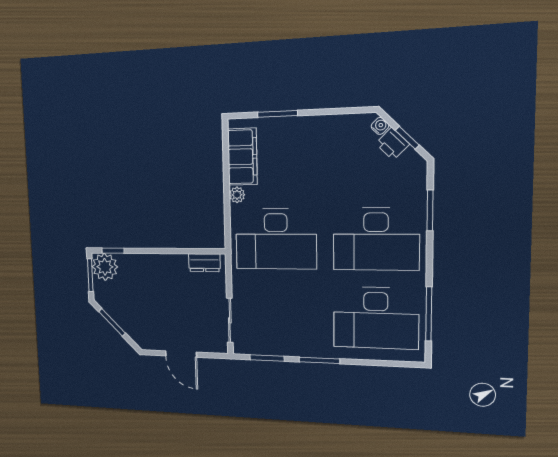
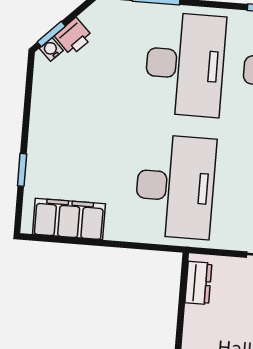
window: (277, 114) -> (22, 170), width x0.67
window: (407, 138) -> (51, 34), moved
plant: (237, 195) -> (115, 231), removed

